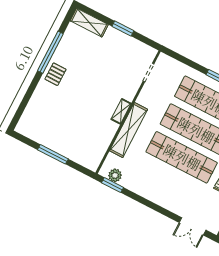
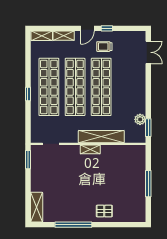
window: (123, 28) -> (28, 160), moved
pallet: (55, 74) -> (104, 211), moved
plant: (115, 175) -> (140, 119), moved

